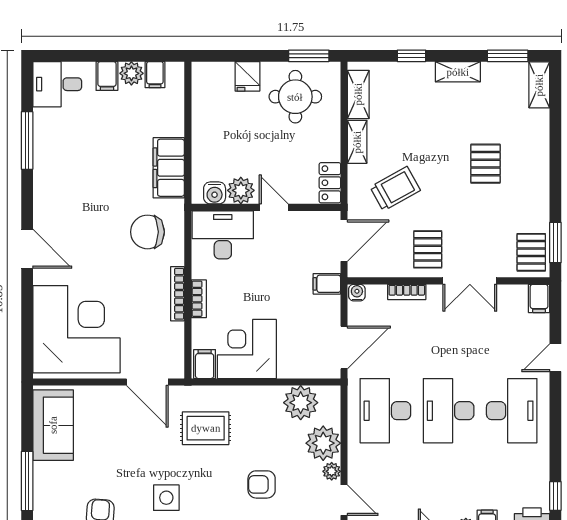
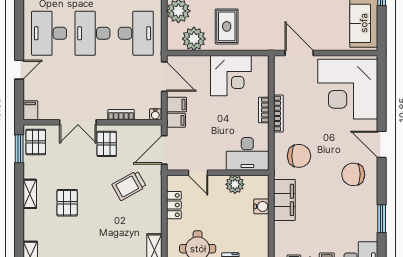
window: (27, 141) -> (382, 219), width x0.69
shelving: (357, 142) -> (30, 194), moved
locker: (330, 183) -> (174, 205), moved
water cooler: (215, 193) -> (261, 206), moved, turned 90
chair: (68, 205) -> (353, 174), added
door: (274, 207) -> (198, 173), moved
double door: (470, 281) -> (78, 122), swing flipped
door: (344, 347) -> (164, 77), swing flipped
filing cabinet: (205, 364) -> (176, 105), moved, turned -90
desk: (449, 411) -> (92, 33), turned 180
rug: (206, 428) -> (227, 26), moved, turned 90

